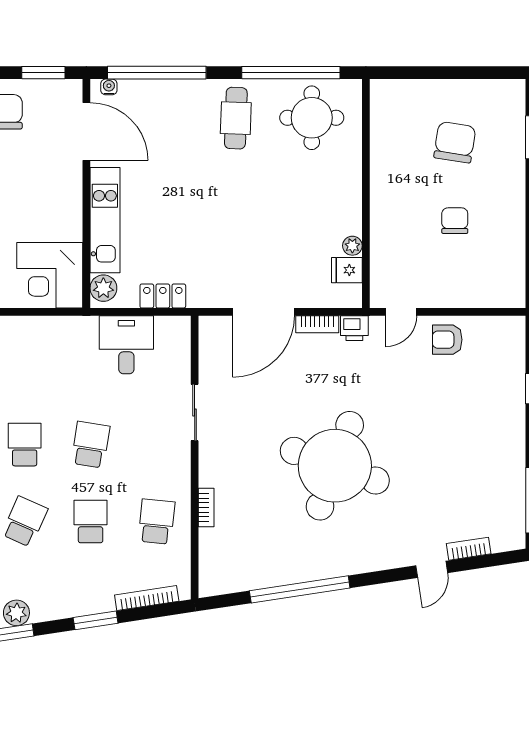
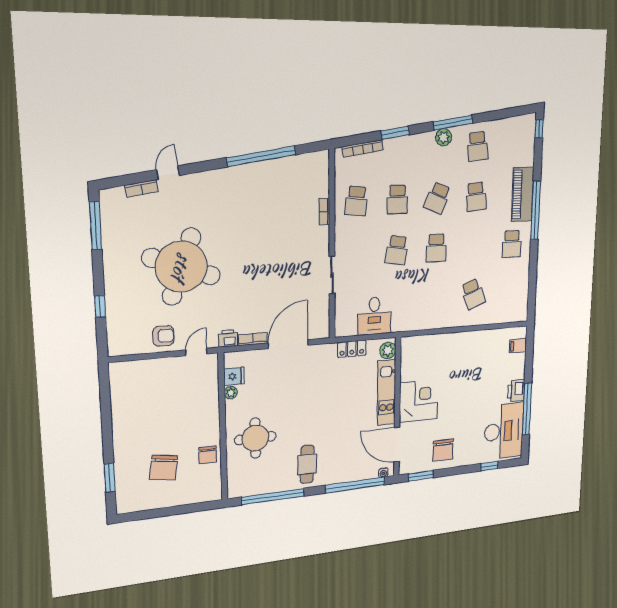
round table: (312, 118) -> (255, 438), moved
chair: (455, 221) -> (208, 455), moved
corner desk: (50, 275) -> (419, 401), moved
round table: (335, 466) -> (181, 267), moved

